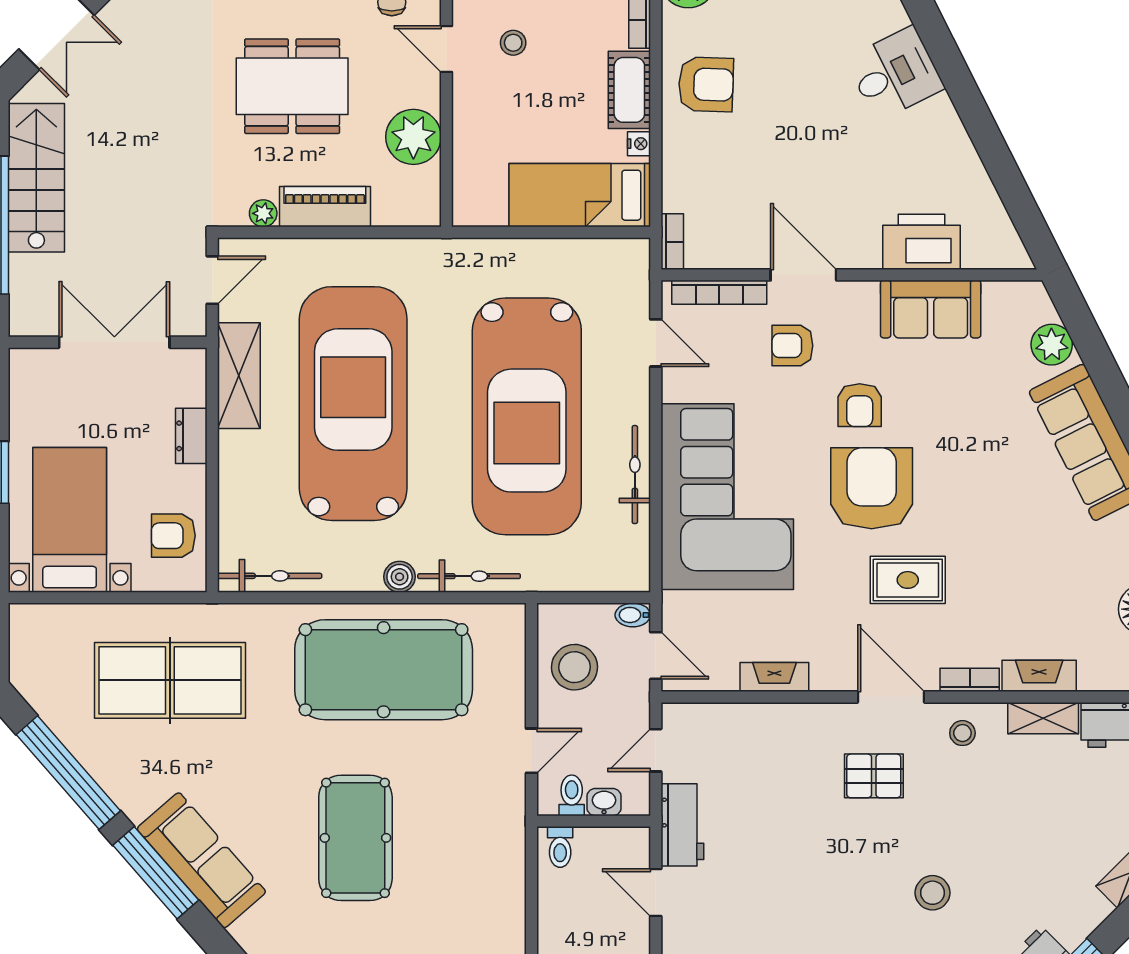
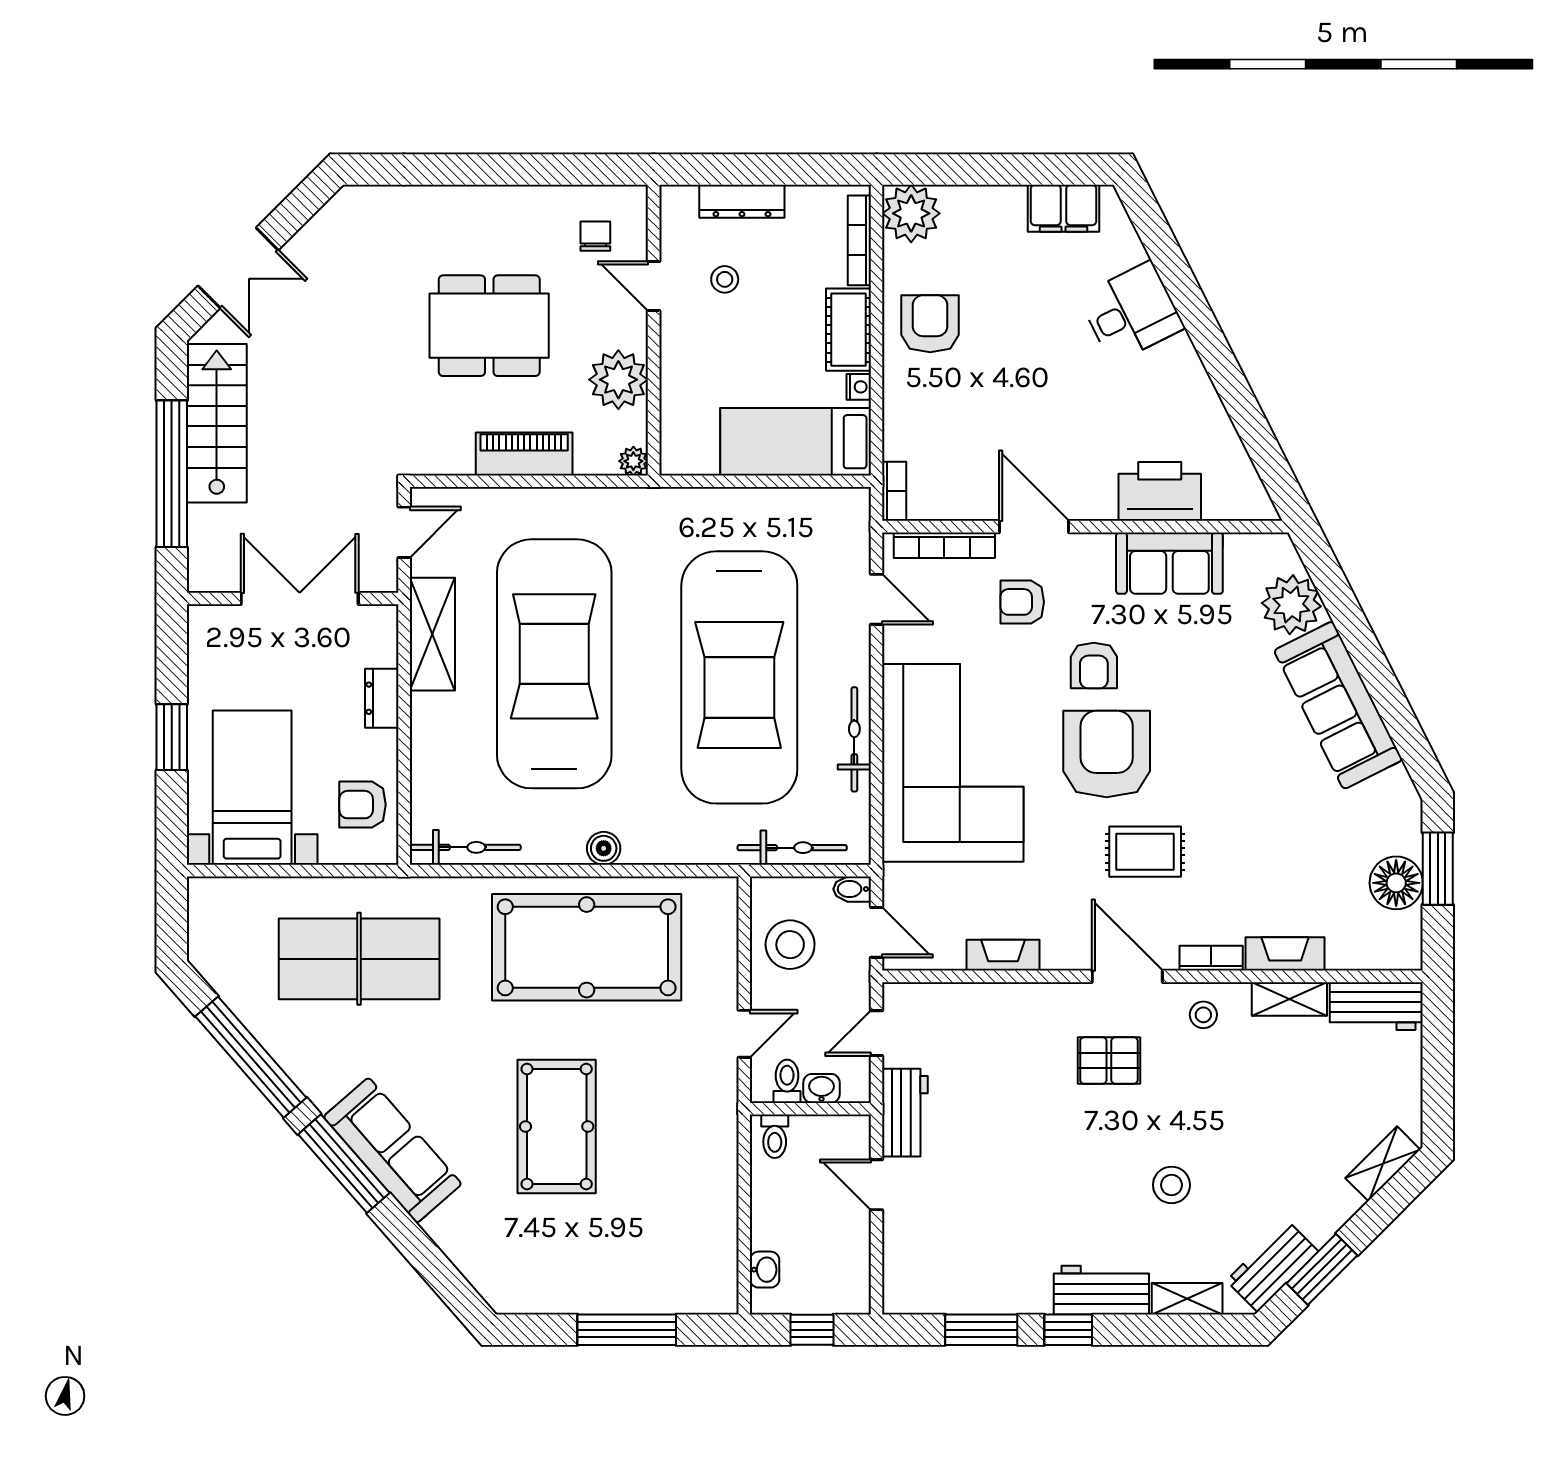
armchair: (706, 84) -> (930, 324), turned -92
plant: (263, 213) -> (633, 461), moved
plant: (1052, 345) -> (1291, 605), width x1.36, depth x1.36
bicycle: (469, 576) -> (792, 848), moved

